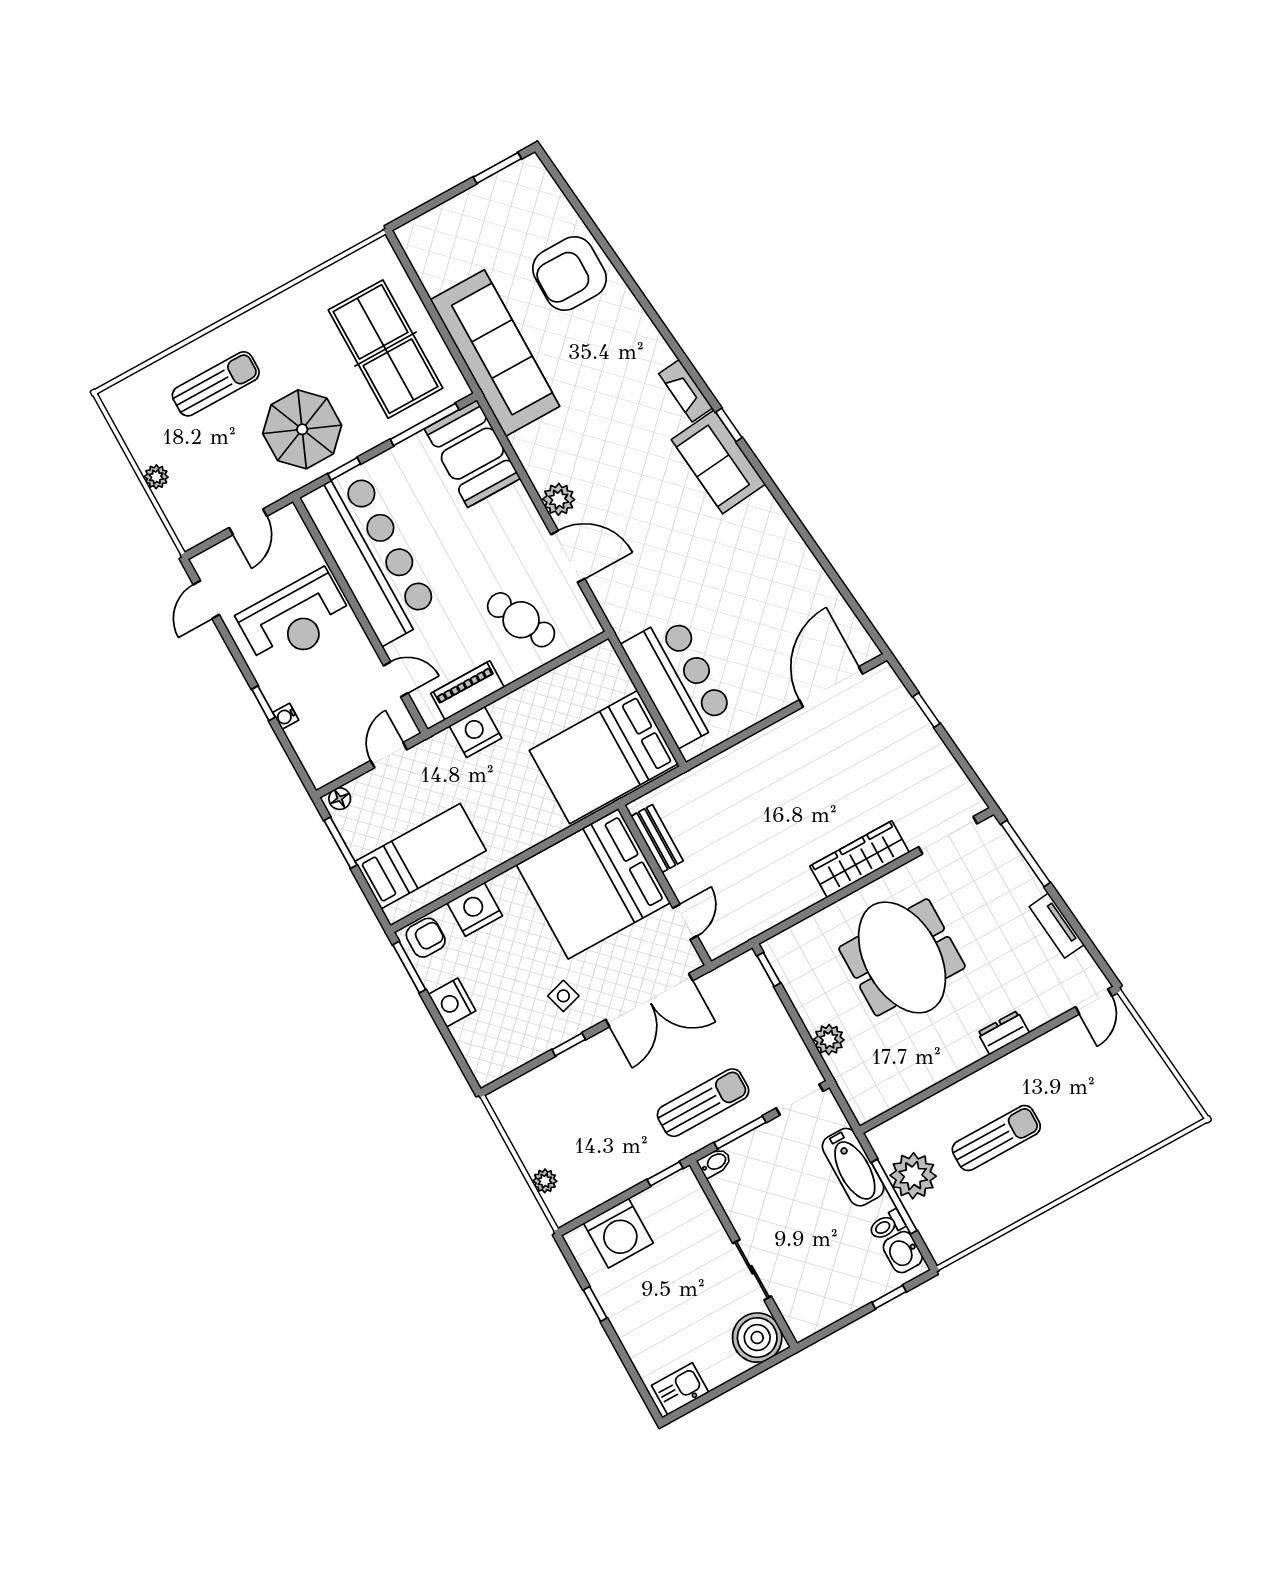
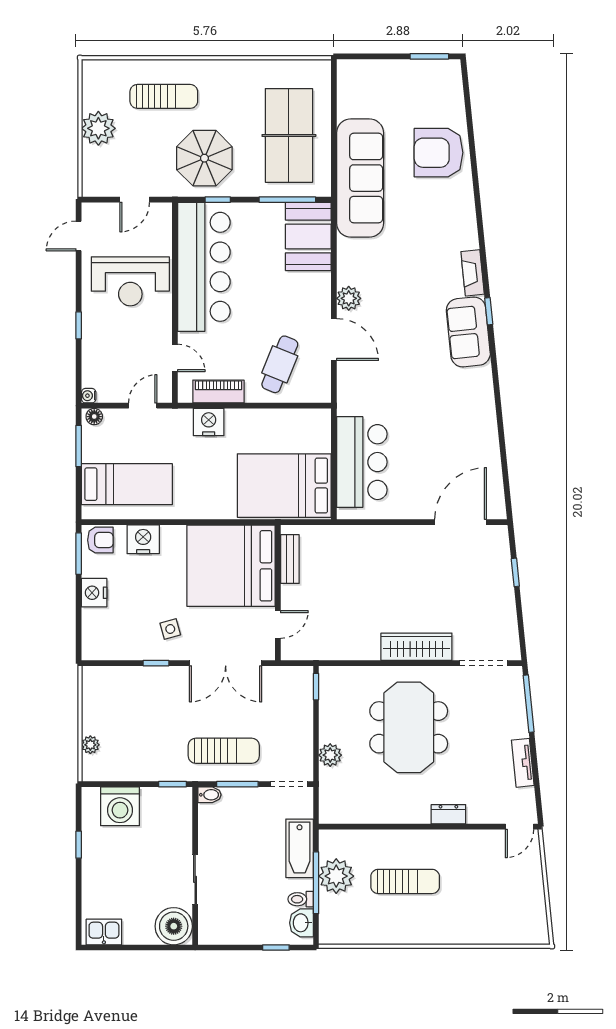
plant: (156, 477) -> (98, 128), width x1.87, depth x1.87
cafe table: (521, 620) -> (280, 364), turned 49
water cooler: (286, 716) -> (89, 396), moved

